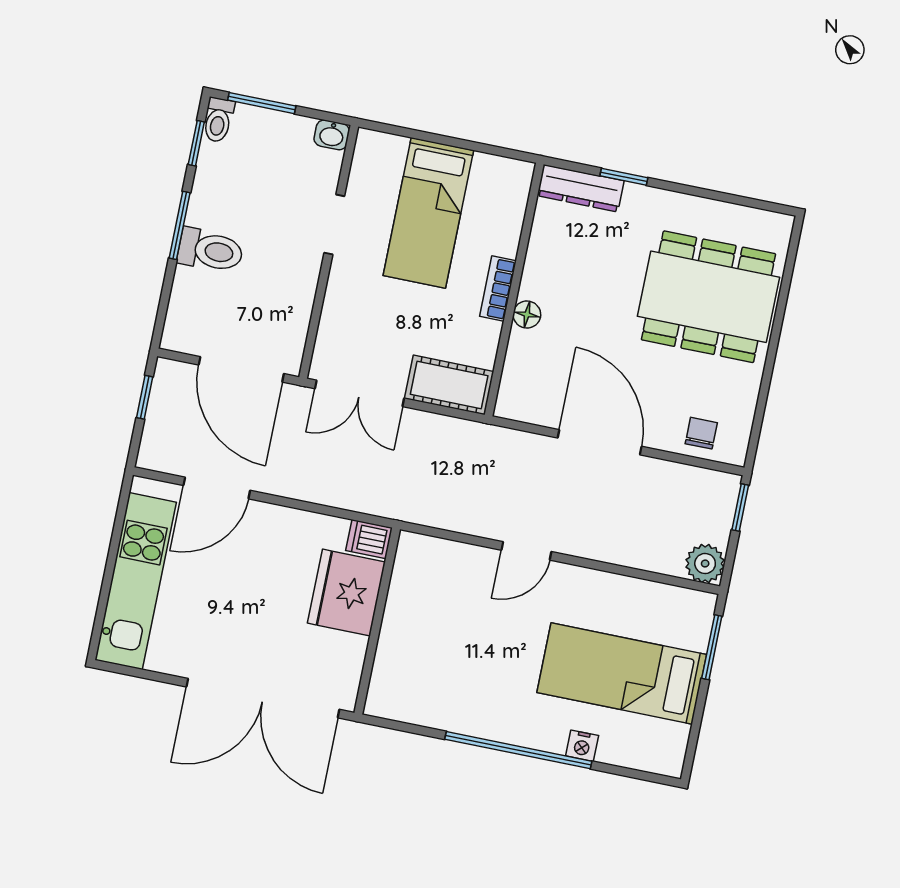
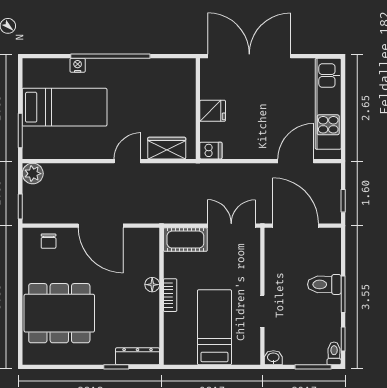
wardrobe: (449, 560) -> (167, 148), added
fridge: (346, 592) -> (213, 111), width x0.53, depth x0.75

